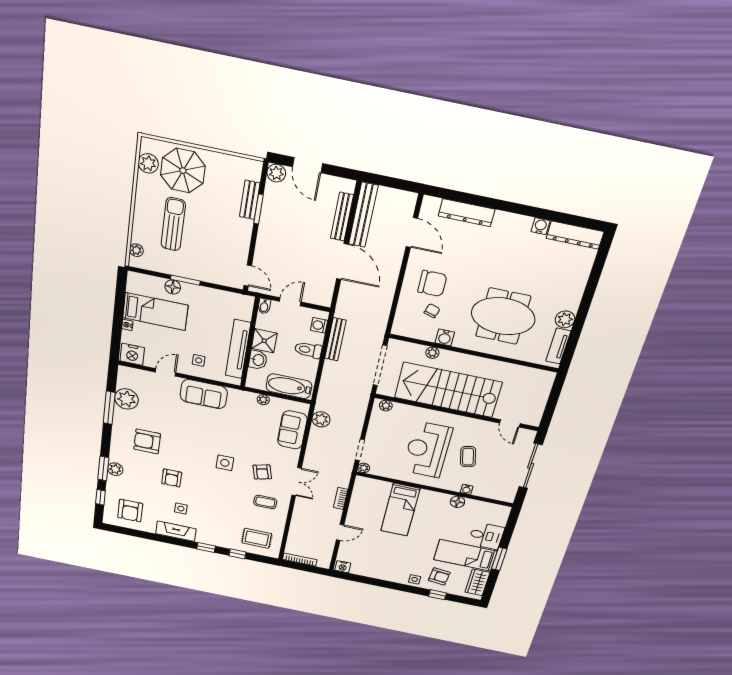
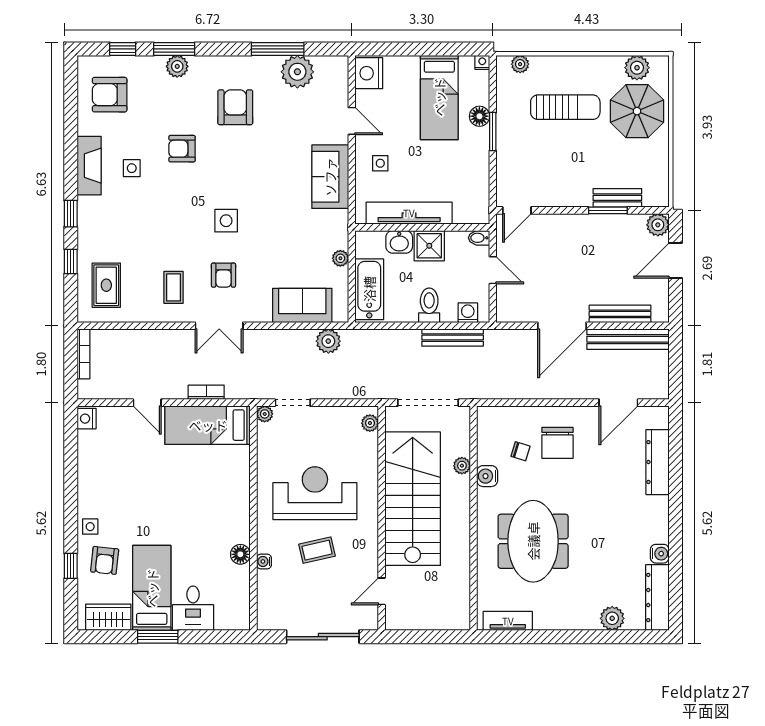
plant: (565, 319) -> (612, 618), moved
nightstand: (127, 325) -> (482, 62), moved
armchair: (262, 472) -> (223, 275), turned -75
bed: (400, 510) -> (208, 425), moved

